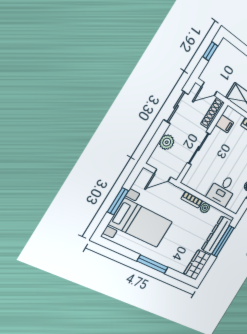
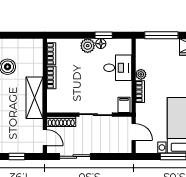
filing cabinet: (225, 124) -> (124, 105), moved
plant: (167, 142) -> (106, 146), removed
dresser: (217, 235) -> (159, 46), removed

